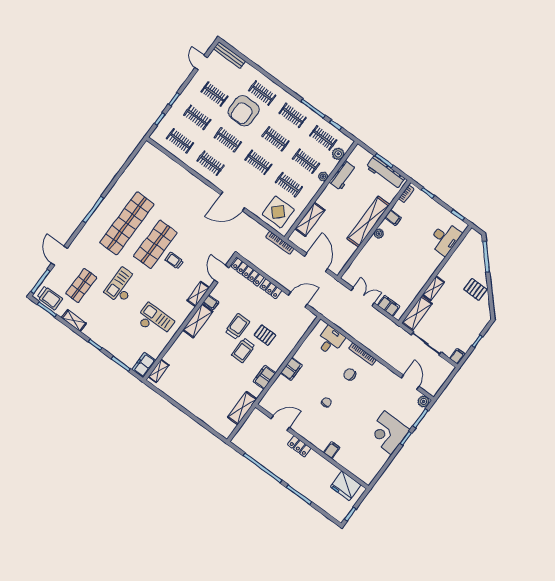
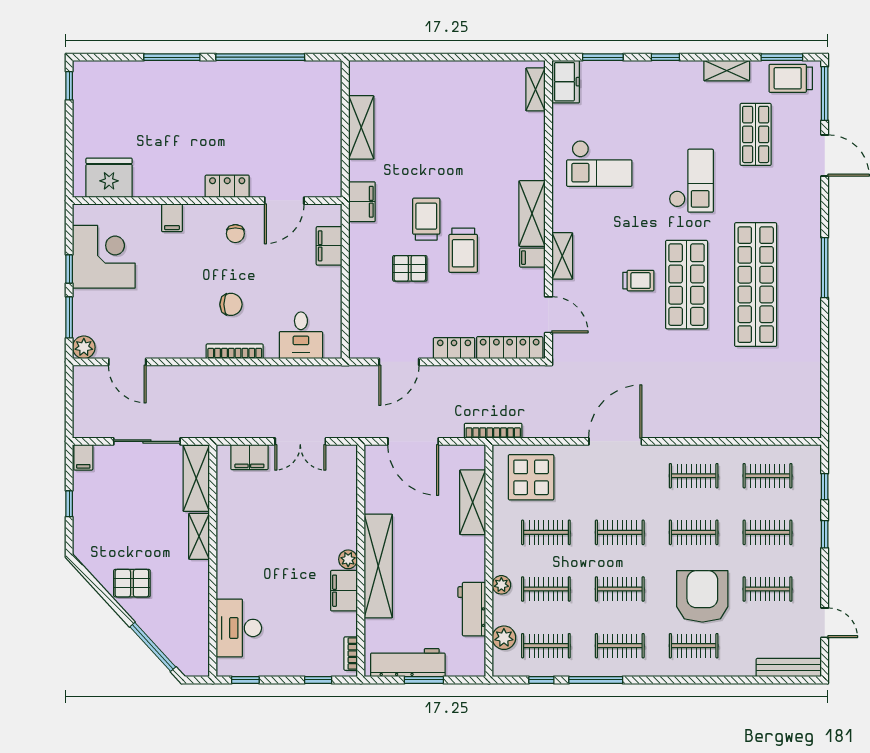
filing cabinet: (393, 218) -> (344, 591), width x2.00
door: (280, 423) -> (284, 201), moved
locker: (299, 446) -> (227, 186), moved
wall: (312, 447) -> (207, 201), moved
filing cabinet: (332, 450) -> (172, 218), moved
fridge: (346, 486) -> (109, 178), moved

